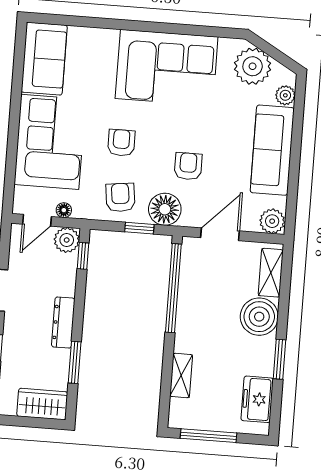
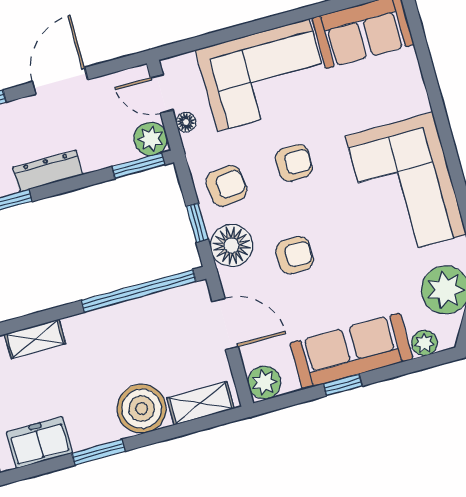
window: (294, 165) -> (343, 385), added
window: (83, 256) -> (138, 166), width x1.50

